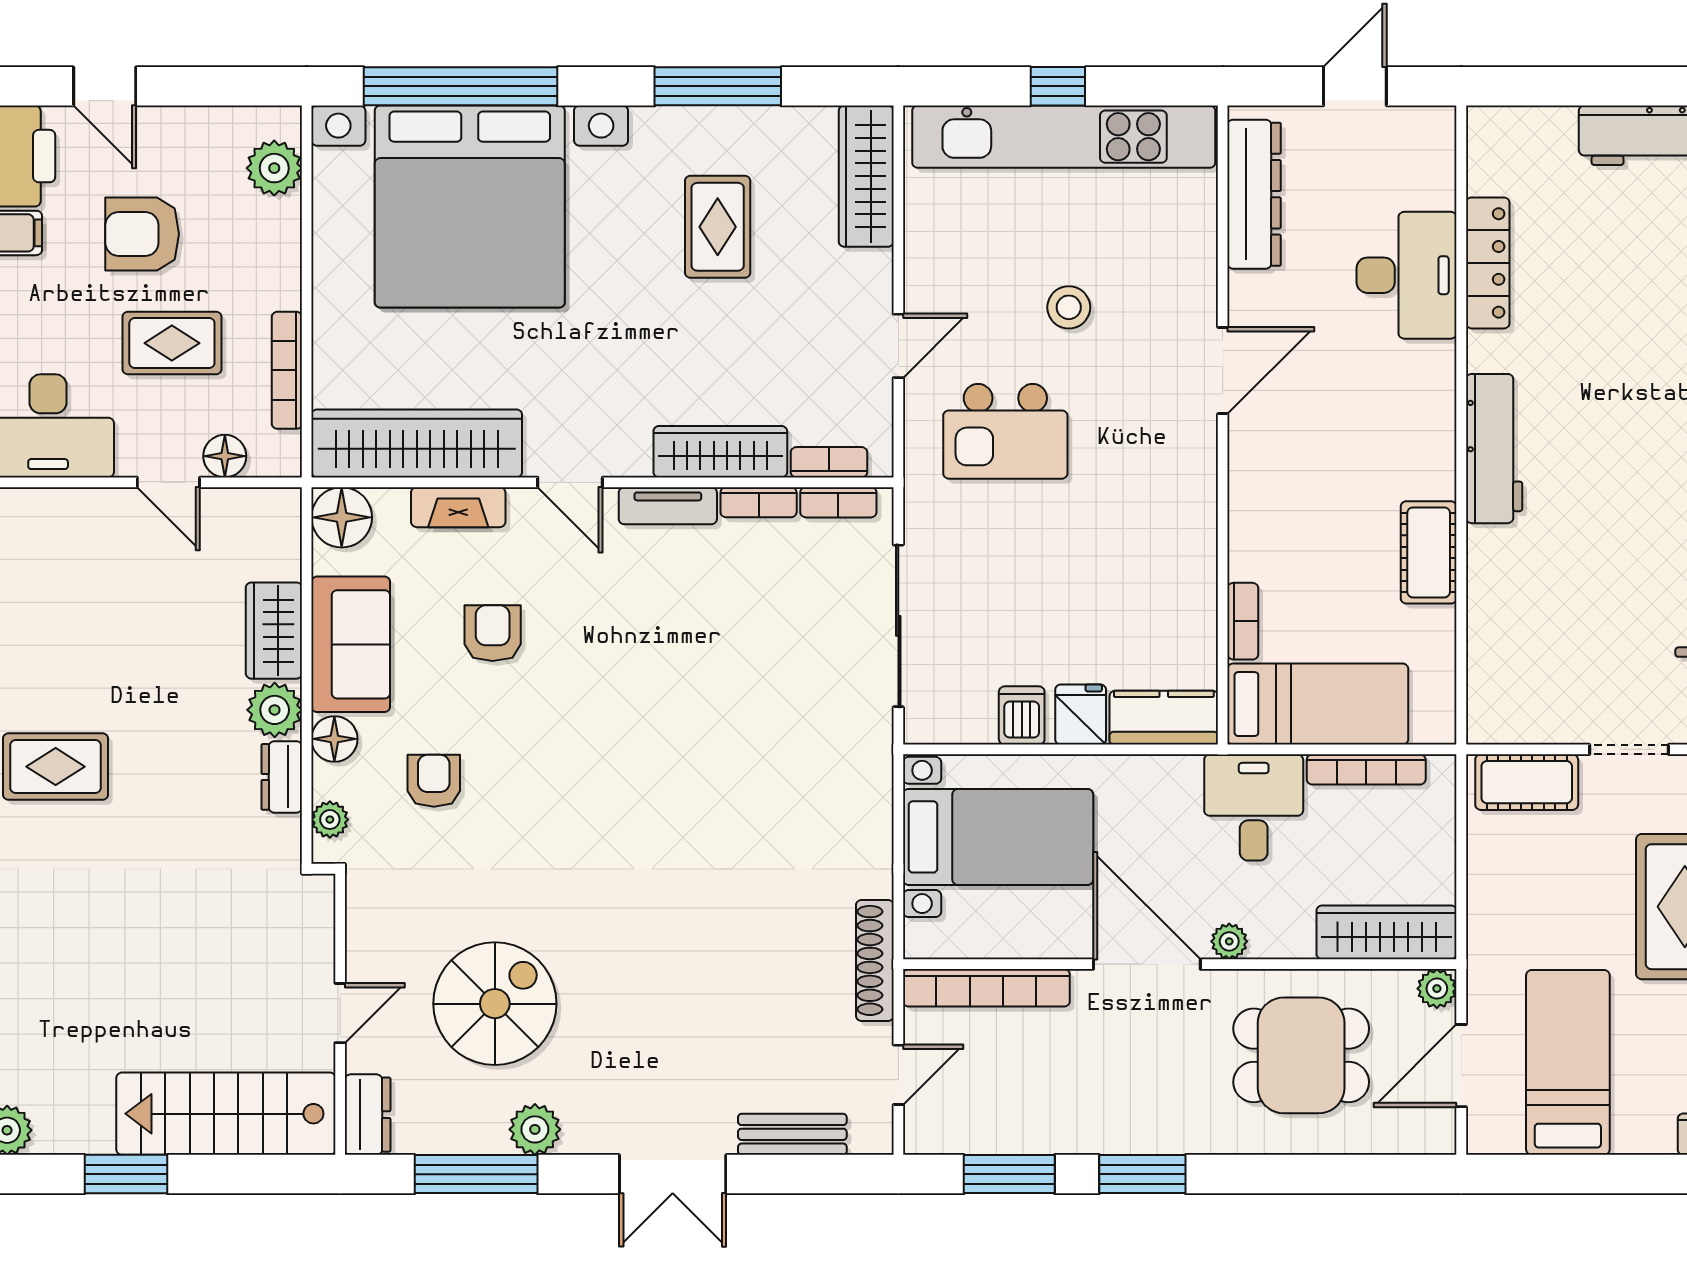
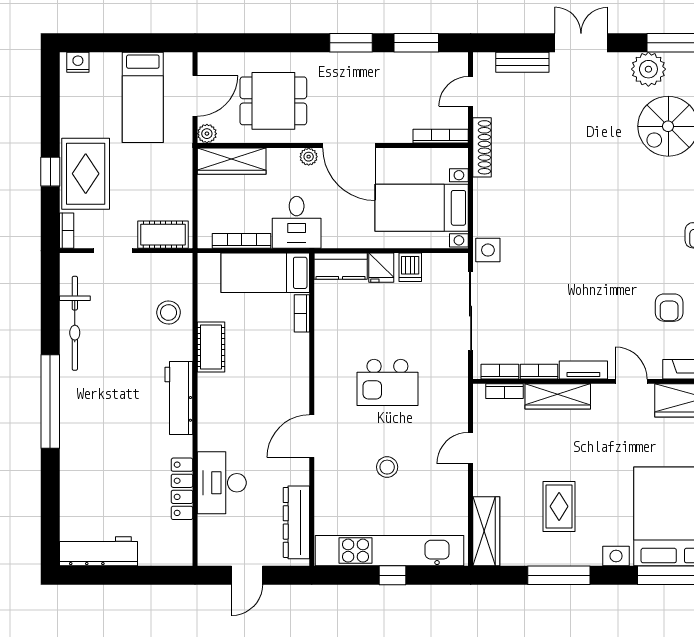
kitchen island: (1005, 431) -> (387, 382), moved, turned 180
stool: (1515, 623) -> (169, 313), added
side table: (863, 751) -> (488, 250), added
bookcase: (986, 988) -> (441, 136), width x0.68, depth x0.76
plant: (535, 1129) -> (648, 69), width x1.36, depth x1.36

